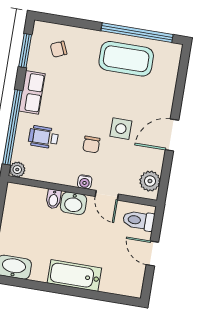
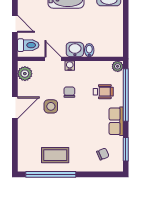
coffee table: (126, 59) -> (55, 155), width x0.73, depth x0.76

